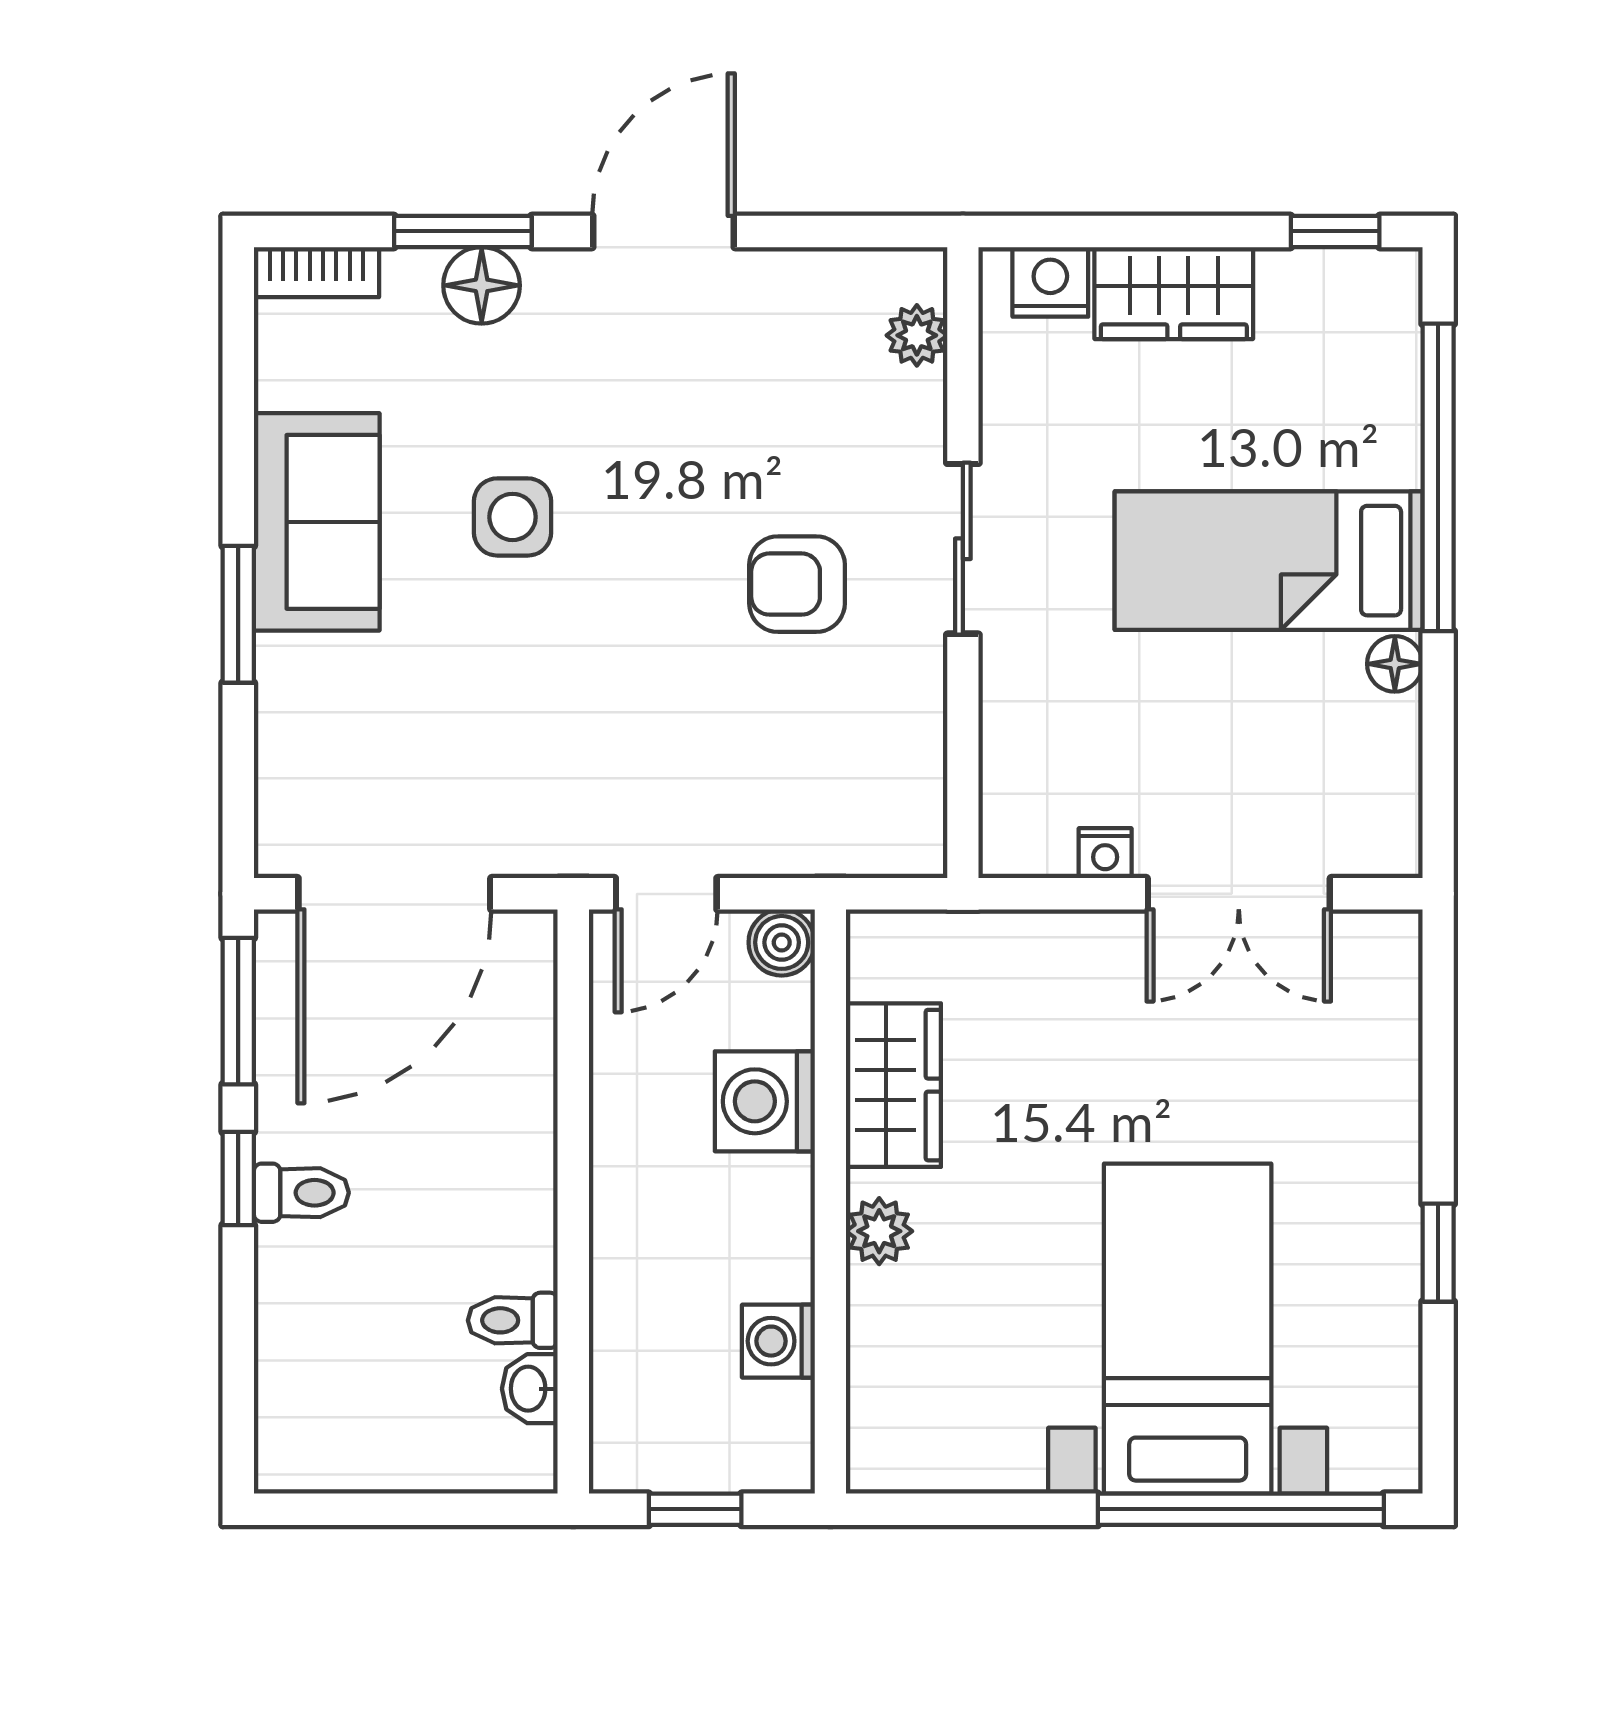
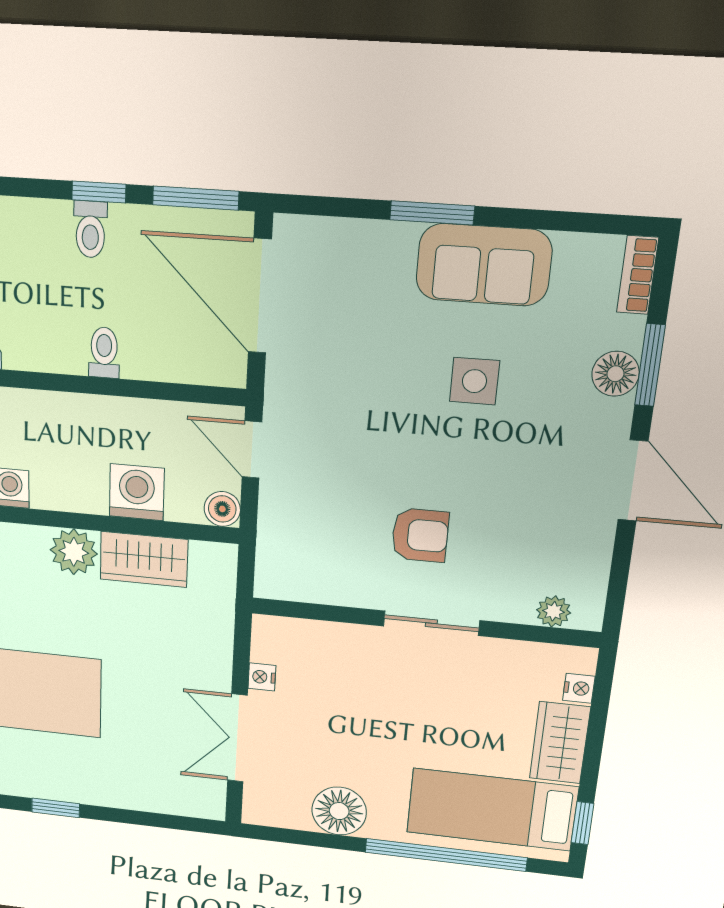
nightstand: (1050, 282) -> (579, 688), width x0.72, depth x0.74
bed: (1269, 561) -> (492, 810), moved, turned -90
armchair: (797, 584) -> (420, 535), turned 90
floor lamp: (1395, 664) -> (339, 811), width x1.89, depth x1.89
plant: (879, 1231) -> (74, 552), width x1.38, depth x1.38
toilet: (513, 1320) -> (104, 353), moved

